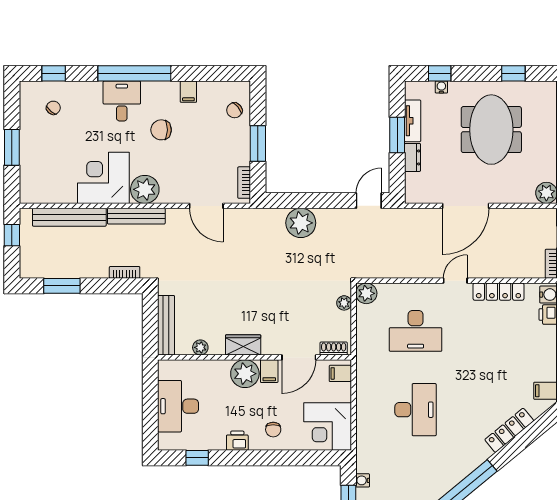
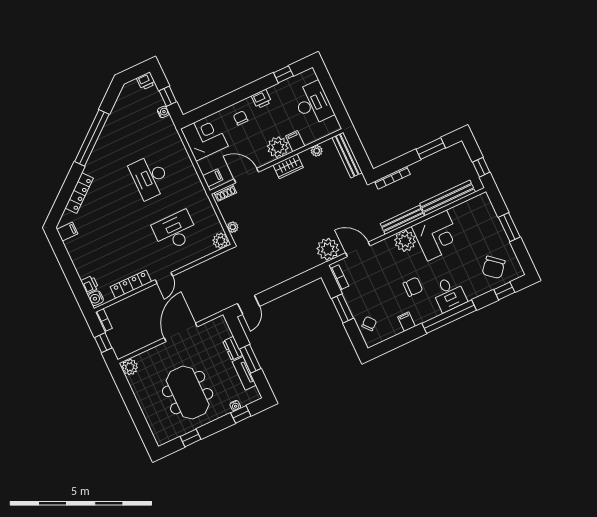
chair: (53, 108) -> (494, 267), width x1.87, depth x1.87
plant: (301, 223) -> (328, 249), moved
bookcase: (125, 272) -> (392, 178), width x1.56
door: (299, 357) -> (246, 176), hinge flipped
filing cabinet: (269, 371) -> (295, 141), moved

